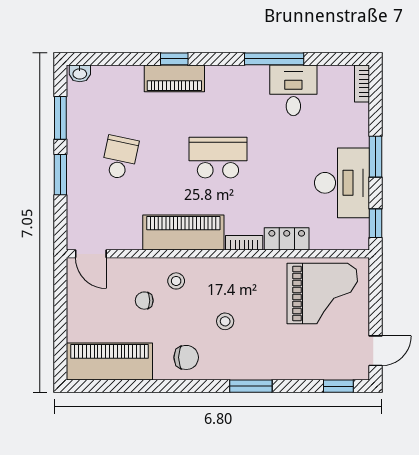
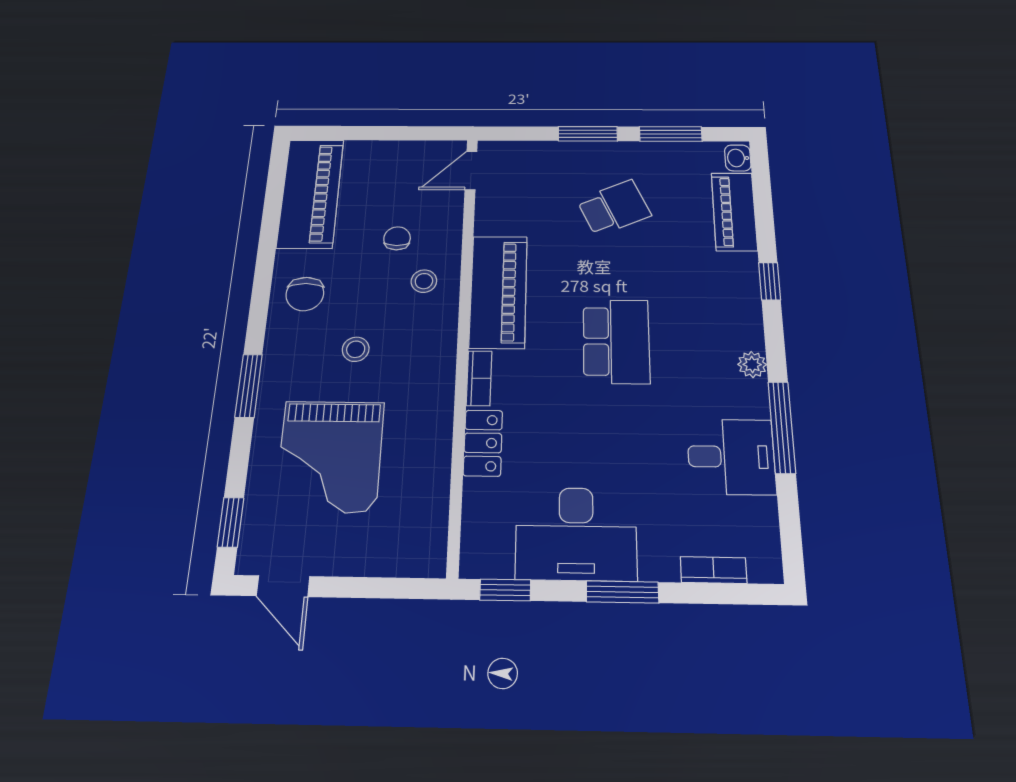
plant: (233, 74) -> (752, 364), added
piano: (174, 78) -> (734, 212), moved
bookcase: (362, 84) -> (713, 570), moved
school desk: (120, 158) -> (614, 208), turned -36
grand piano: (322, 294) -> (330, 456), moved

